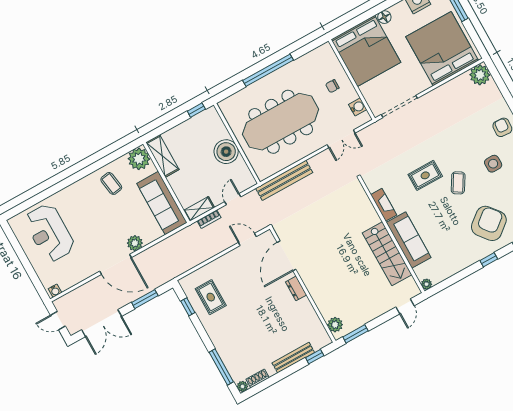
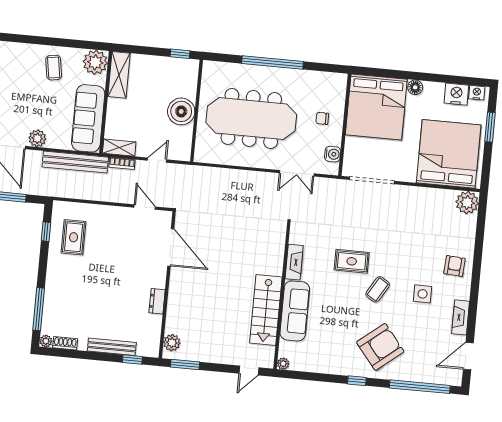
bench: (284, 180) -> (75, 162), moved
door: (286, 256) -> (171, 247), swing flipped
dresser: (296, 288) -> (157, 301), moved

